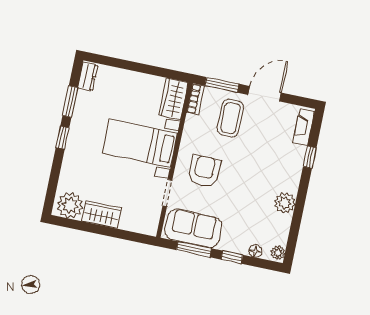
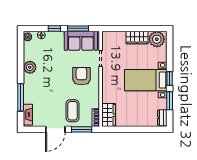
bed with nightstands: (140, 143) -> (146, 80), moved, turned 180
window: (310, 157) -> (21, 97), width x2.17
armchair: (204, 171) -> (81, 76), turned 180

